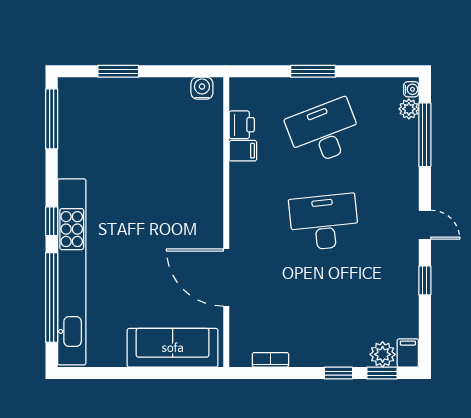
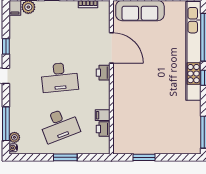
window: (118, 71) -> (144, 157), moved
water cooler: (202, 88) -> (124, 148), removed
printer: (242, 231) -> (103, 73), added

